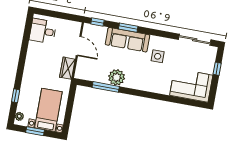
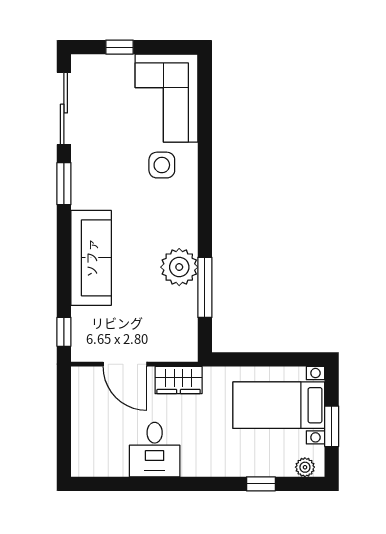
window: (128, 28) -> (64, 184), moved
desk: (43, 31) -> (155, 450), moved
door: (79, 46) -> (125, 364), swing flipped
side table: (158, 56) -> (162, 165), moved

